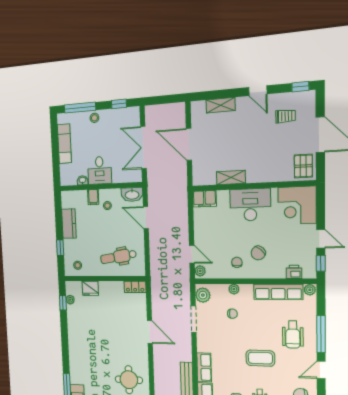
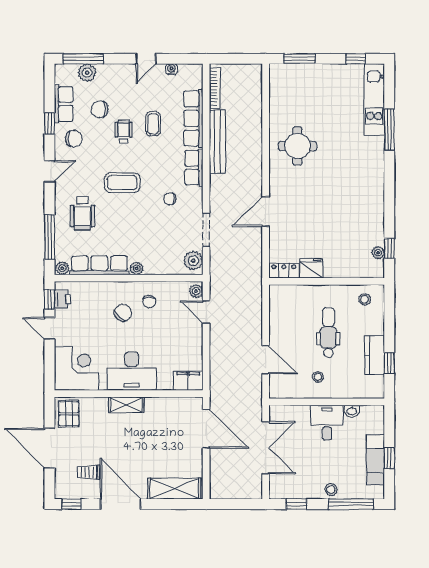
door: (258, 91) -> (121, 504), width x1.87
shelving: (221, 105) -> (174, 489), width x1.50, depth x1.33
door: (189, 144) -> (206, 429), moved
window: (55, 146) -> (389, 458), added
shelving: (231, 178) -> (126, 405), moved
washbasin: (132, 195) -> (283, 390), removed
filing cabinet: (93, 197) -> (338, 389), removed
window: (60, 248) -> (389, 363), moved
dental chair: (118, 257) -> (328, 333), moved, turned -81
printer: (294, 272) -> (63, 299), moved, turned -90
fridge: (90, 288) -> (311, 268), moved
plant: (234, 289) -> (137, 268), moved
chair: (232, 314) -> (170, 199), moved
door: (150, 332) -> (266, 212), hinge flipped
window: (321, 334) -> (49, 237), moved
wheelchair: (293, 335) -> (83, 213), turned 180

